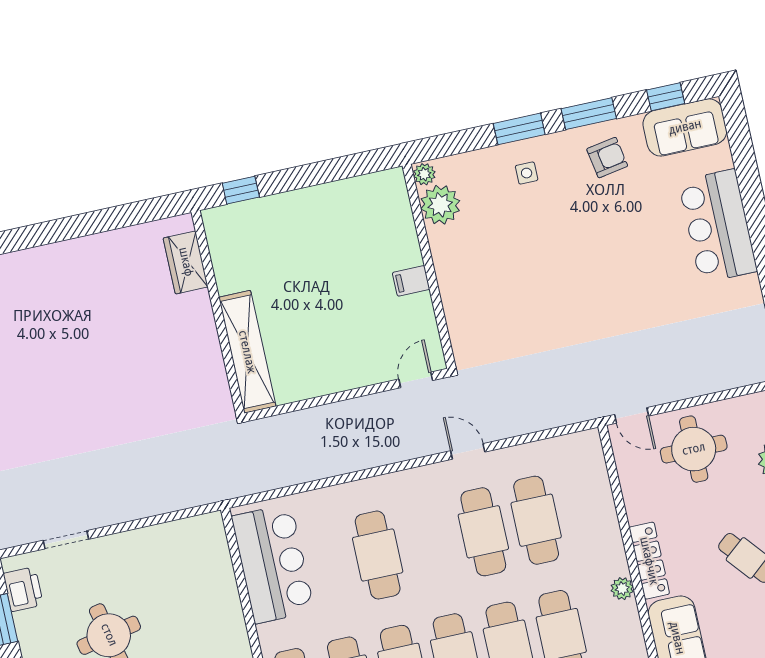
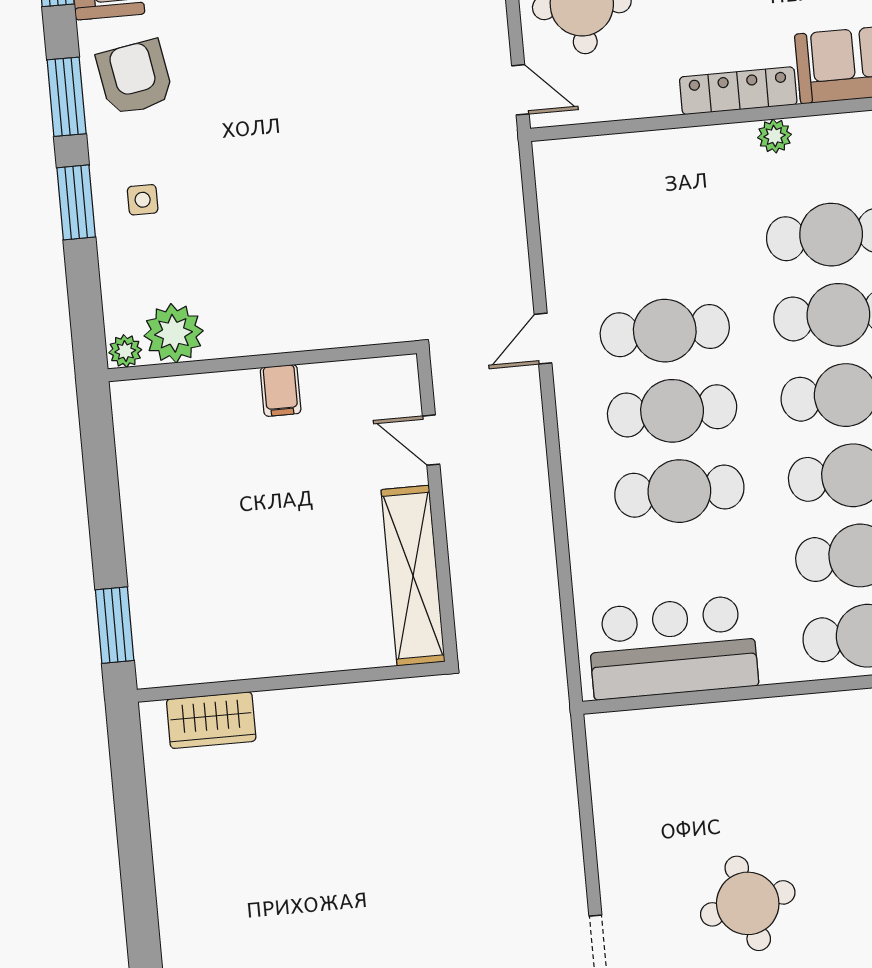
armchair: (607, 158) -> (135, 78), width x1.38, depth x1.38
window: (241, 190) -> (115, 625), width x1.50
shelving: (247, 352) -> (413, 576), moved, turned 90
door: (416, 380) -> (431, 440), moved
door: (632, 415) -> (520, 90), hinge flipped
cafe table: (536, 520) -> (672, 411), moved

